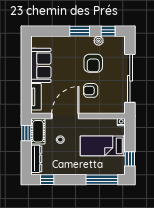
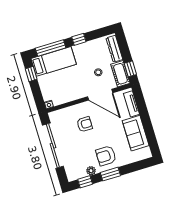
armchair: (93, 63) -> (106, 156), moved, turned -90
door: (65, 116) -> (100, 95), hinge flipped
bed: (103, 146) -> (54, 61), moved
window: (47, 180) -> (79, 39), moved

